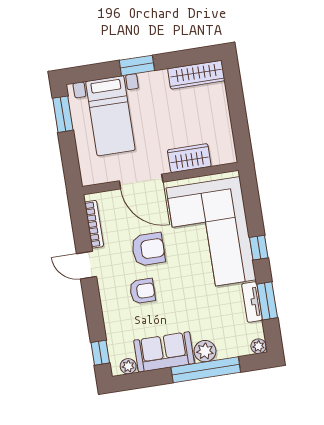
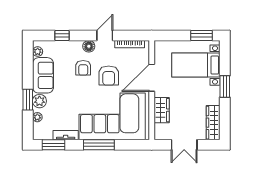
double door: (238, 115) -> (184, 145), added
window: (259, 248) -> (99, 145), width x2.17
floor lamp: (107, 288) -> (89, 46), added
window: (267, 301) -> (54, 145), moved
plant: (258, 346) -> (37, 117), moved
window: (100, 353) -> (62, 35), moved
window: (206, 370) -> (28, 100), width x0.47

